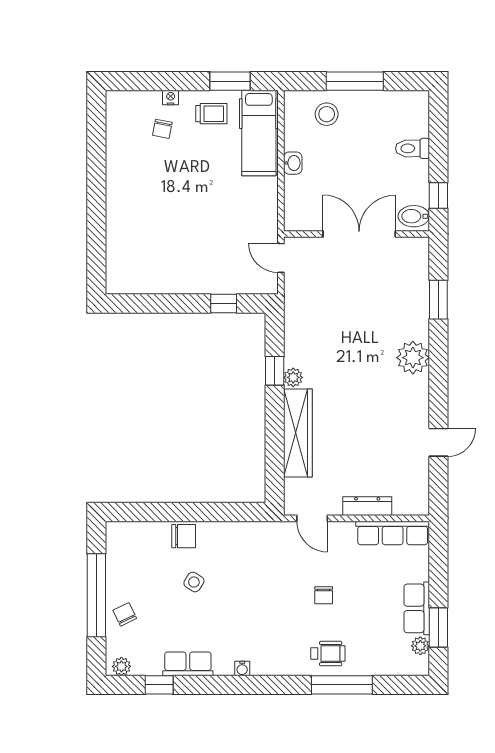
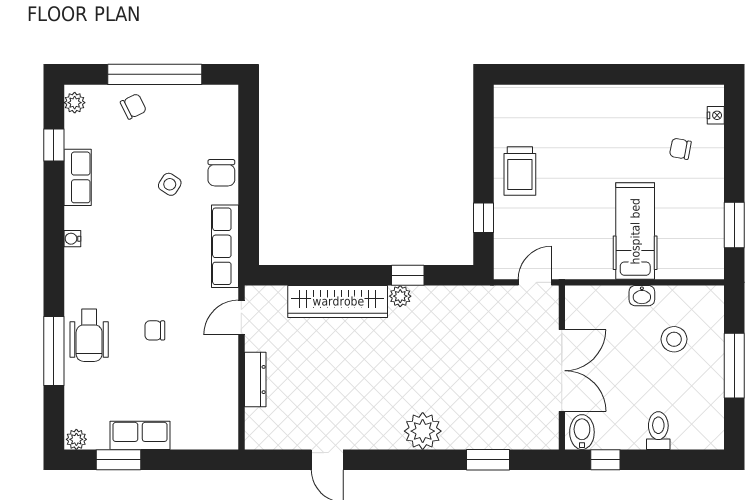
nightstand: (171, 97) -> (716, 115), moved
trolley: (211, 114) -> (520, 171), moved, width x1.36, depth x1.39
stool: (327, 114) -> (674, 339), moved
hospital bed: (259, 133) -> (635, 231), moved, turned 90
row of seats: (393, 533) -> (225, 246), moved
plant: (420, 646) -> (76, 439), moved
wheelchair: (328, 654) -> (89, 335), width x1.36, depth x1.37

